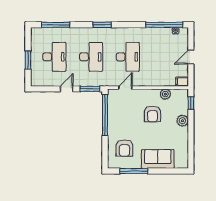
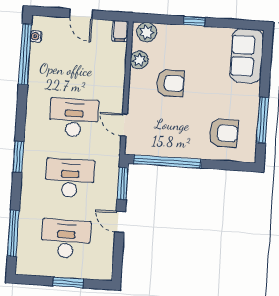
window: (191, 103) -> (194, 21), moved
plant: (182, 121) -> (147, 32), moved
sofa: (158, 159) -> (247, 56), moved

